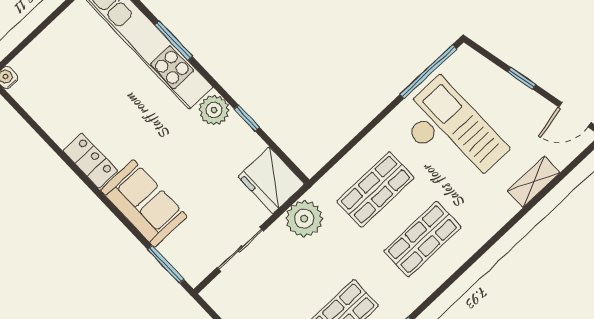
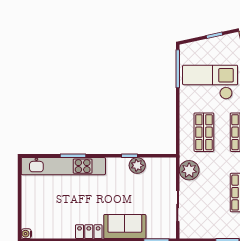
plant: (214, 110) -> (137, 165), moved
fridge: (271, 180) -> (162, 169), removed

